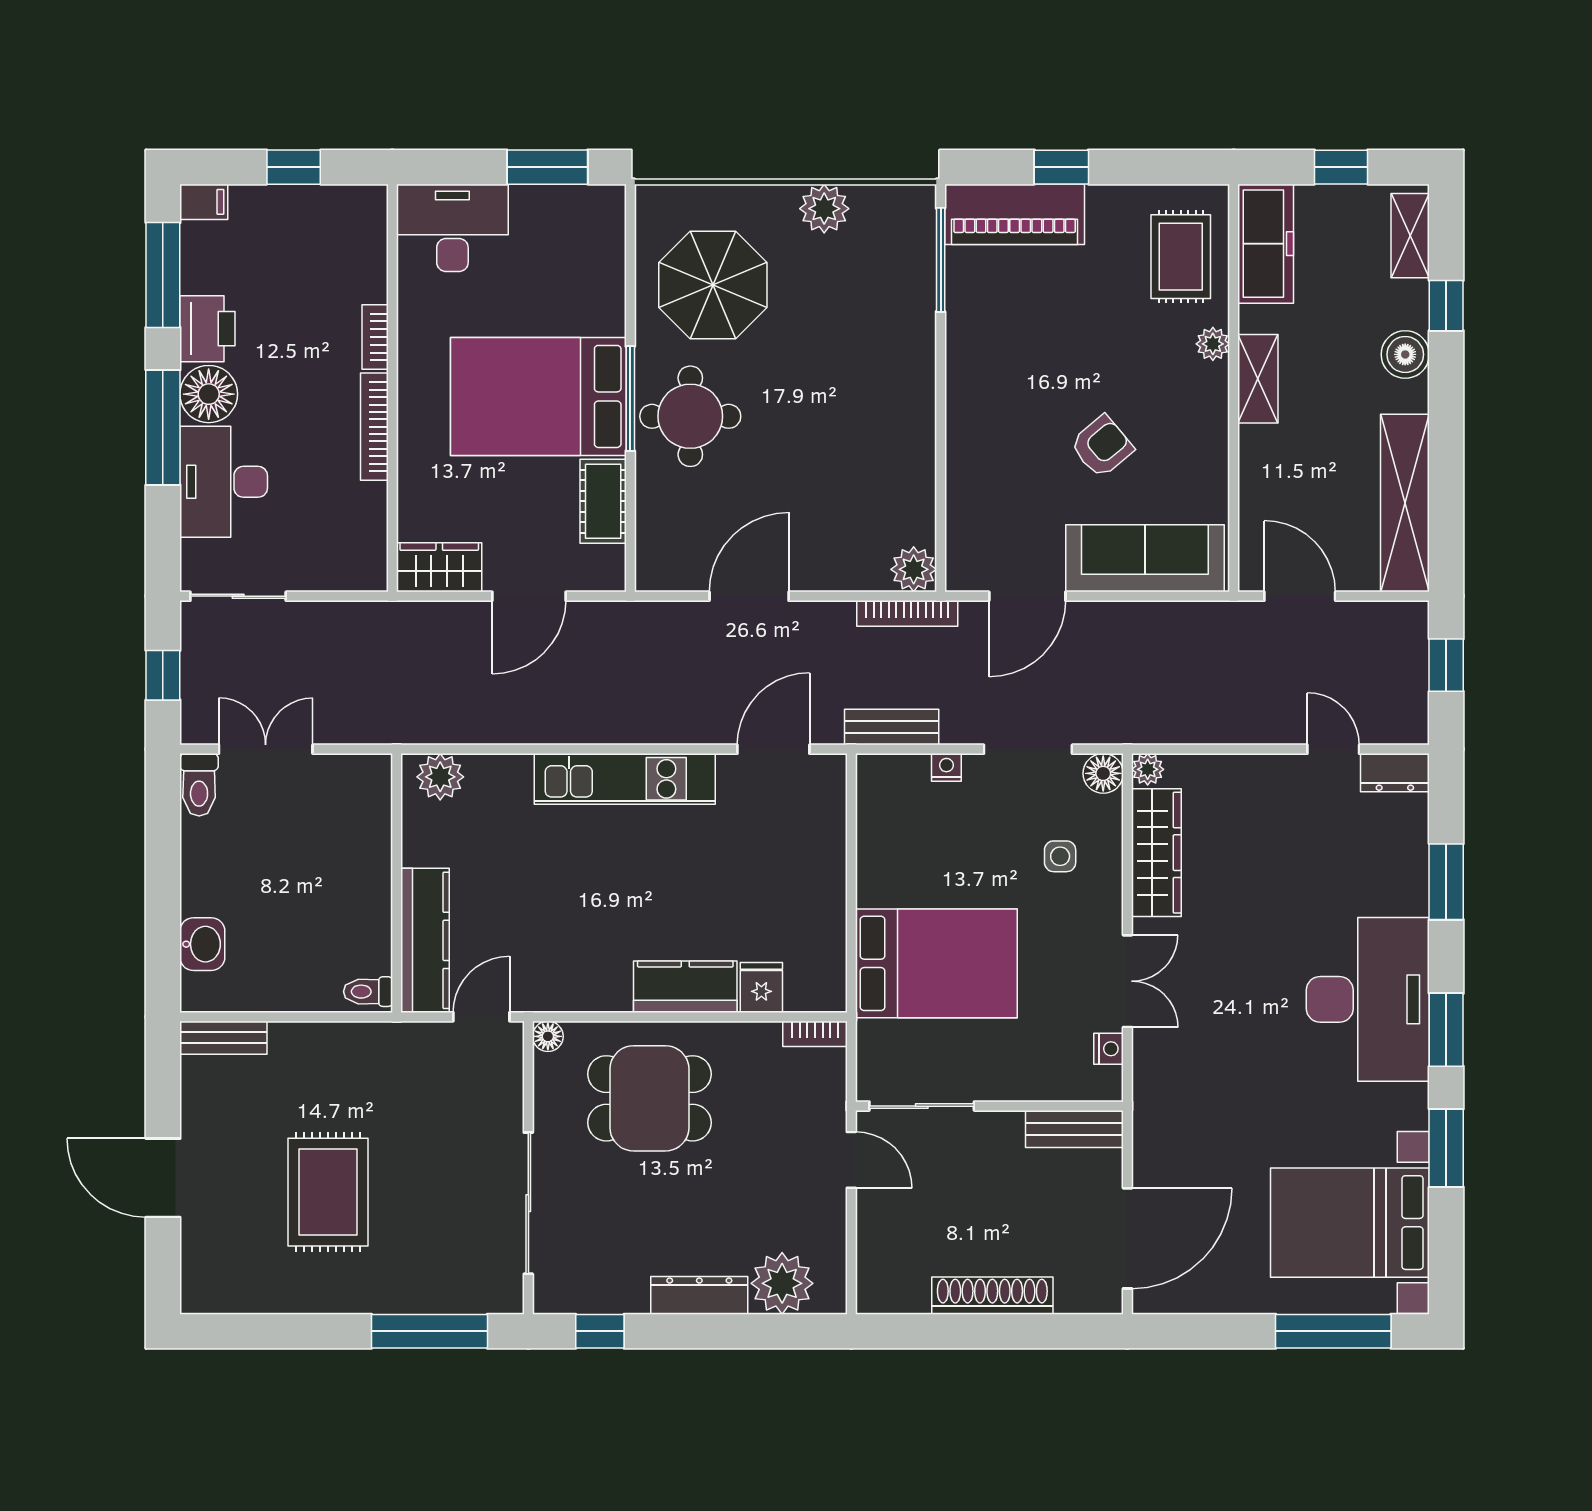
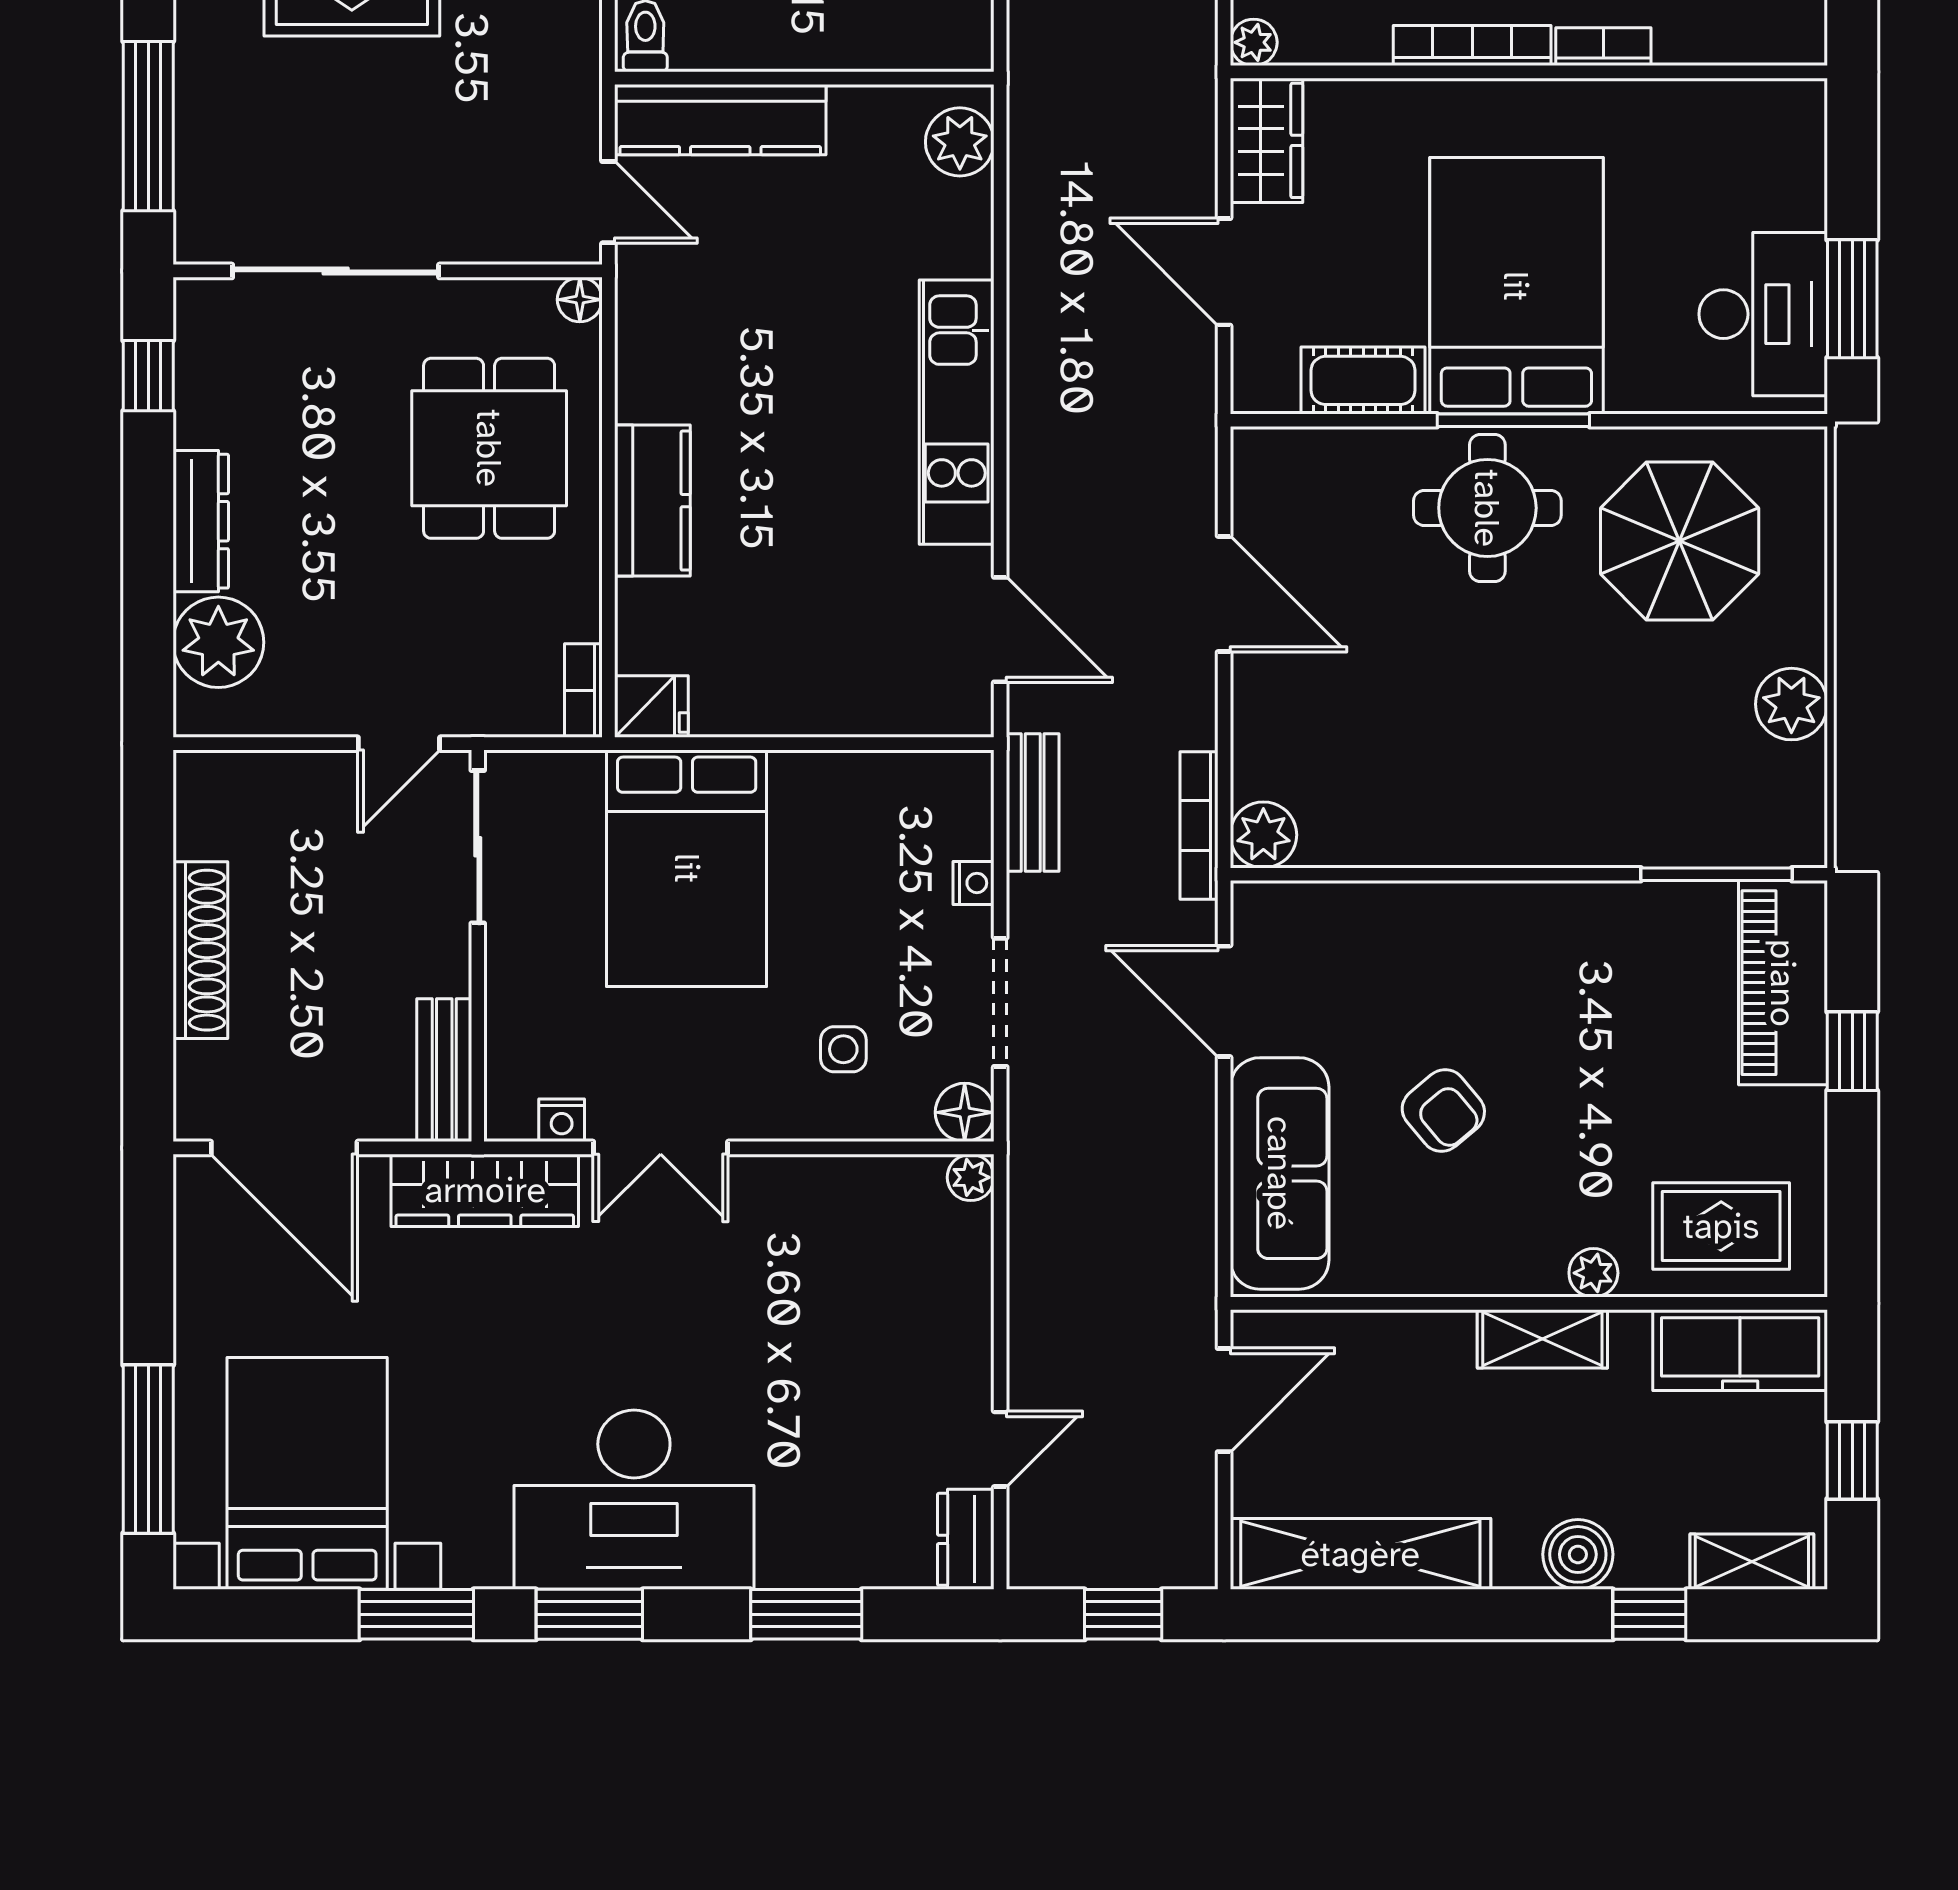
desk: (452, 228) -> (1763, 314), moved
plant: (372, 576) -> (1254, 42), added
wardrobe: (1156, 853) -> (485, 1190), moved
fridge: (761, 987) -> (651, 707), moved

